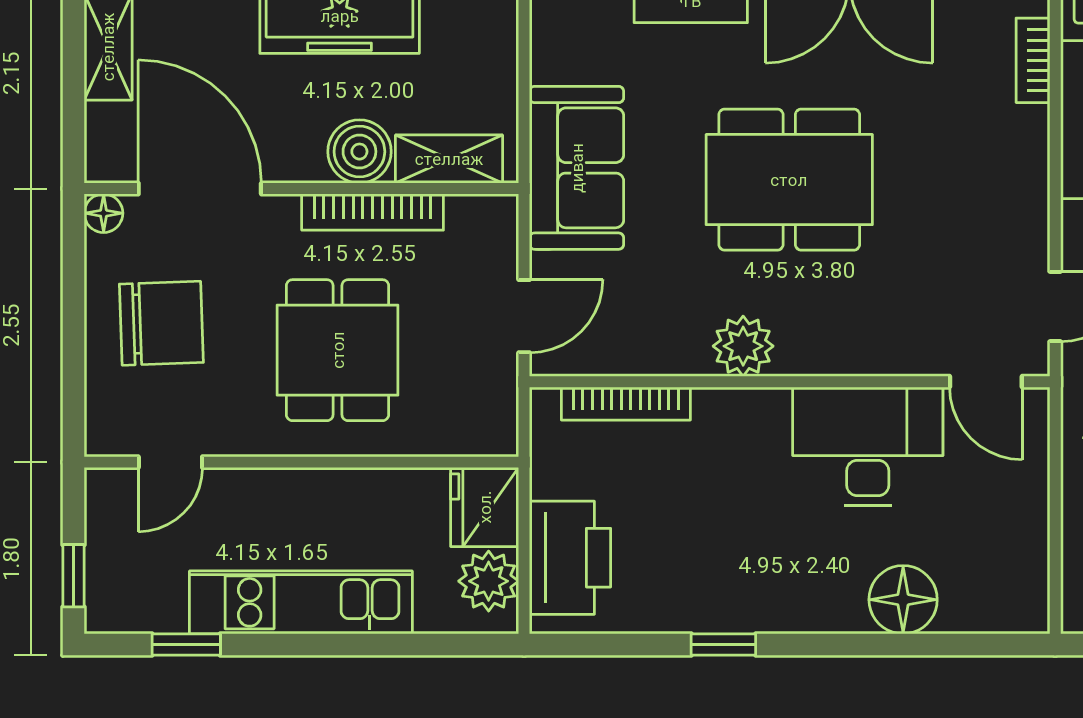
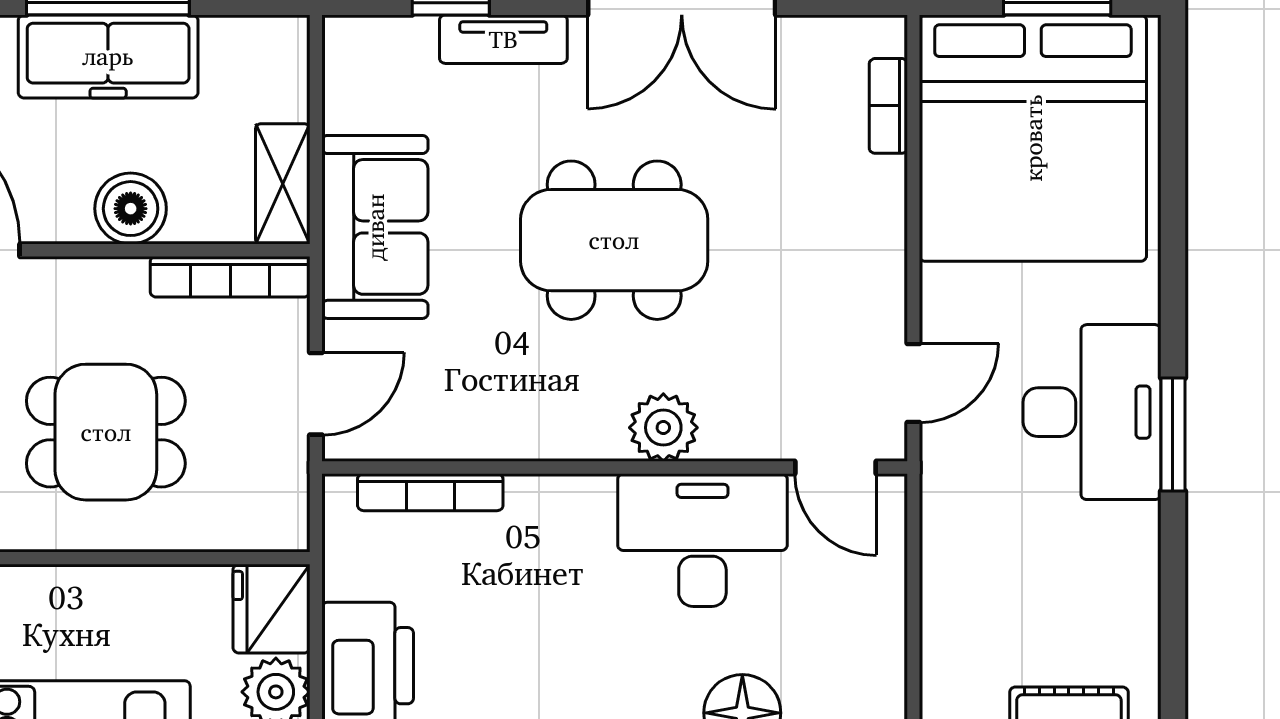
shelving: (449, 159) -> (283, 184), moved, turned 90
bookcase: (373, 212) -> (230, 277), moved
plant: (743, 346) -> (663, 428), moved
dining table: (338, 350) -> (106, 432), turned 90

